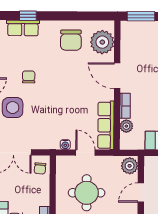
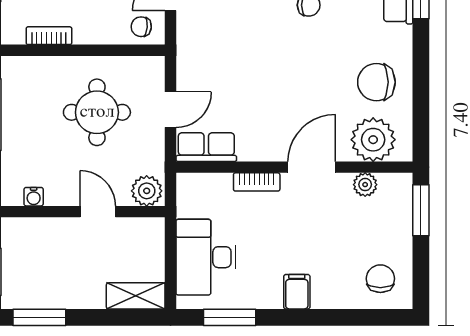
row of seats: (106, 125) -> (206, 147), width x0.68
plant: (126, 126) -> (365, 185), moved
water cooler: (65, 145) -> (185, 73), removed

